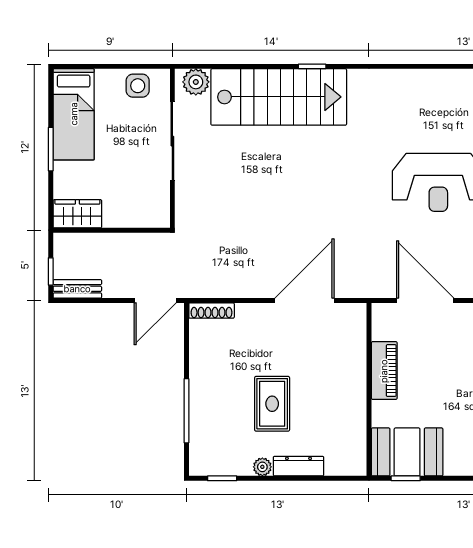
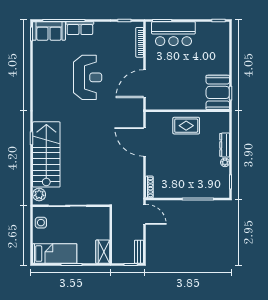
piano: (384, 371) -> (178, 104), removed
rug: (272, 404) -> (186, 126), moved

